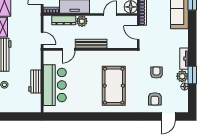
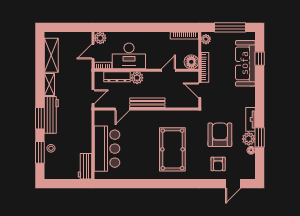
door: (42, 38) -> (93, 97), hinge flipped
armchair: (156, 73) -> (220, 135), width x1.88, depth x1.88
workbench: (35, 82) -> (85, 166), moved

